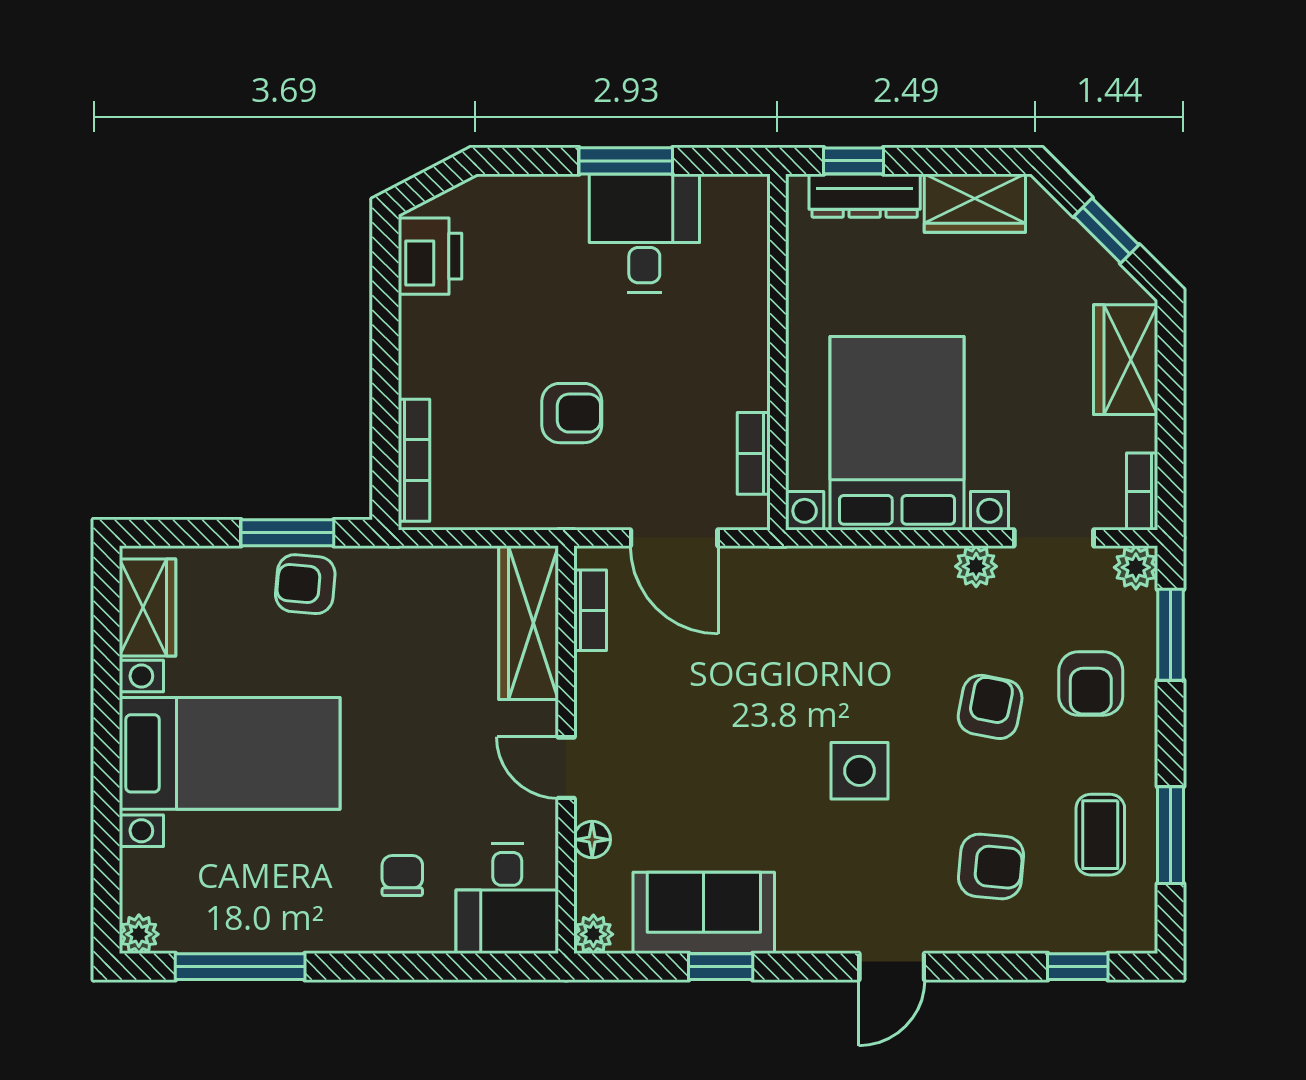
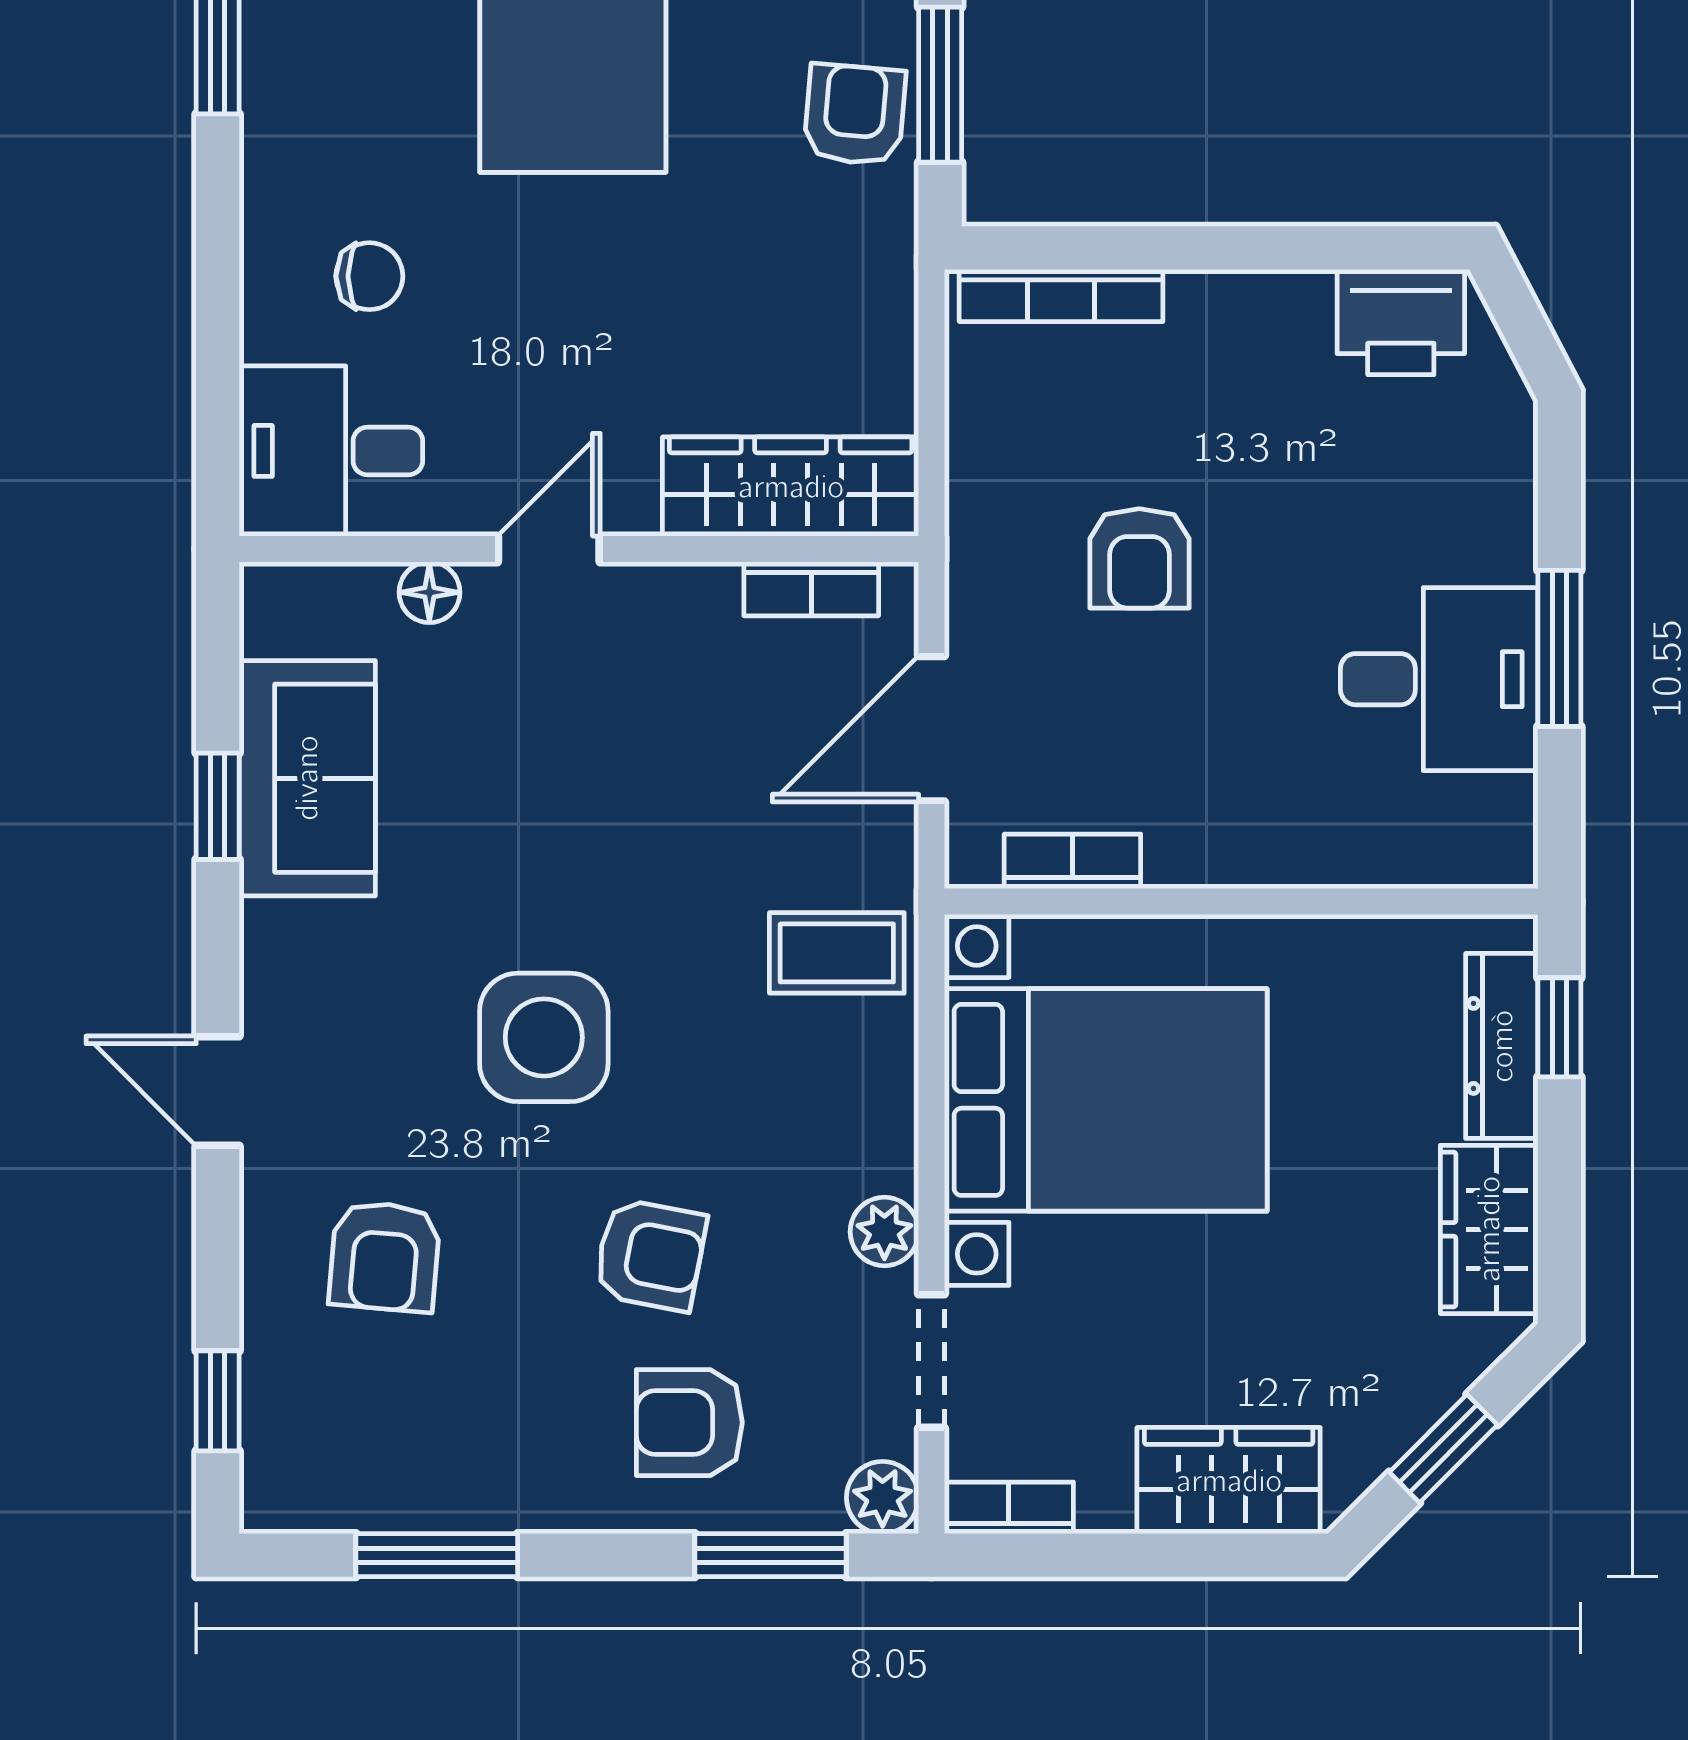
side table: (859, 771) -> (544, 1037), width x1.37, depth x1.37
coffee table: (1100, 835) -> (837, 953), moved
plant: (593, 934) -> (272, 594), removed

